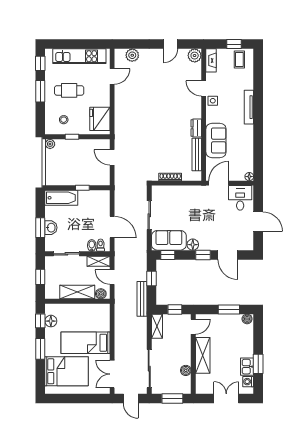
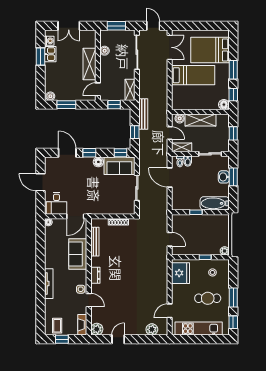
dresser: (196, 128) -> (95, 275), moved
floor lamp: (51, 321) -> (224, 105), moved

